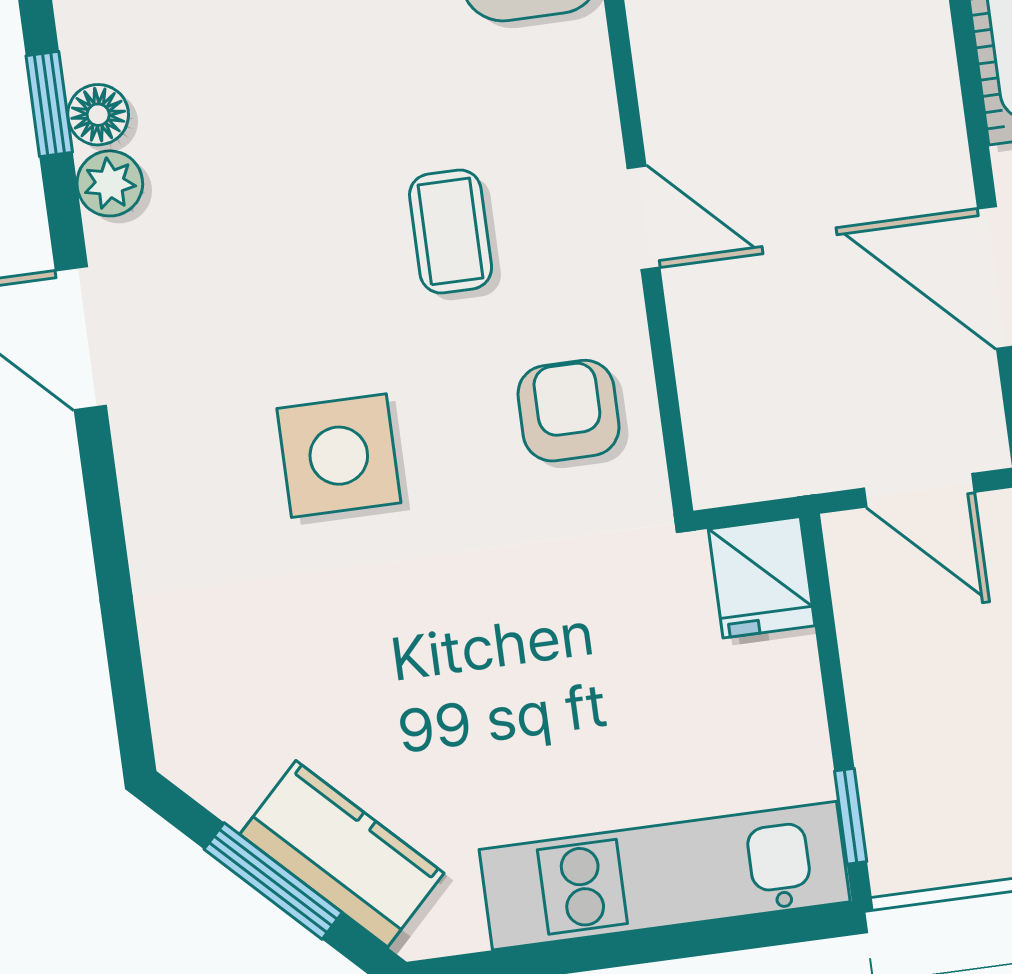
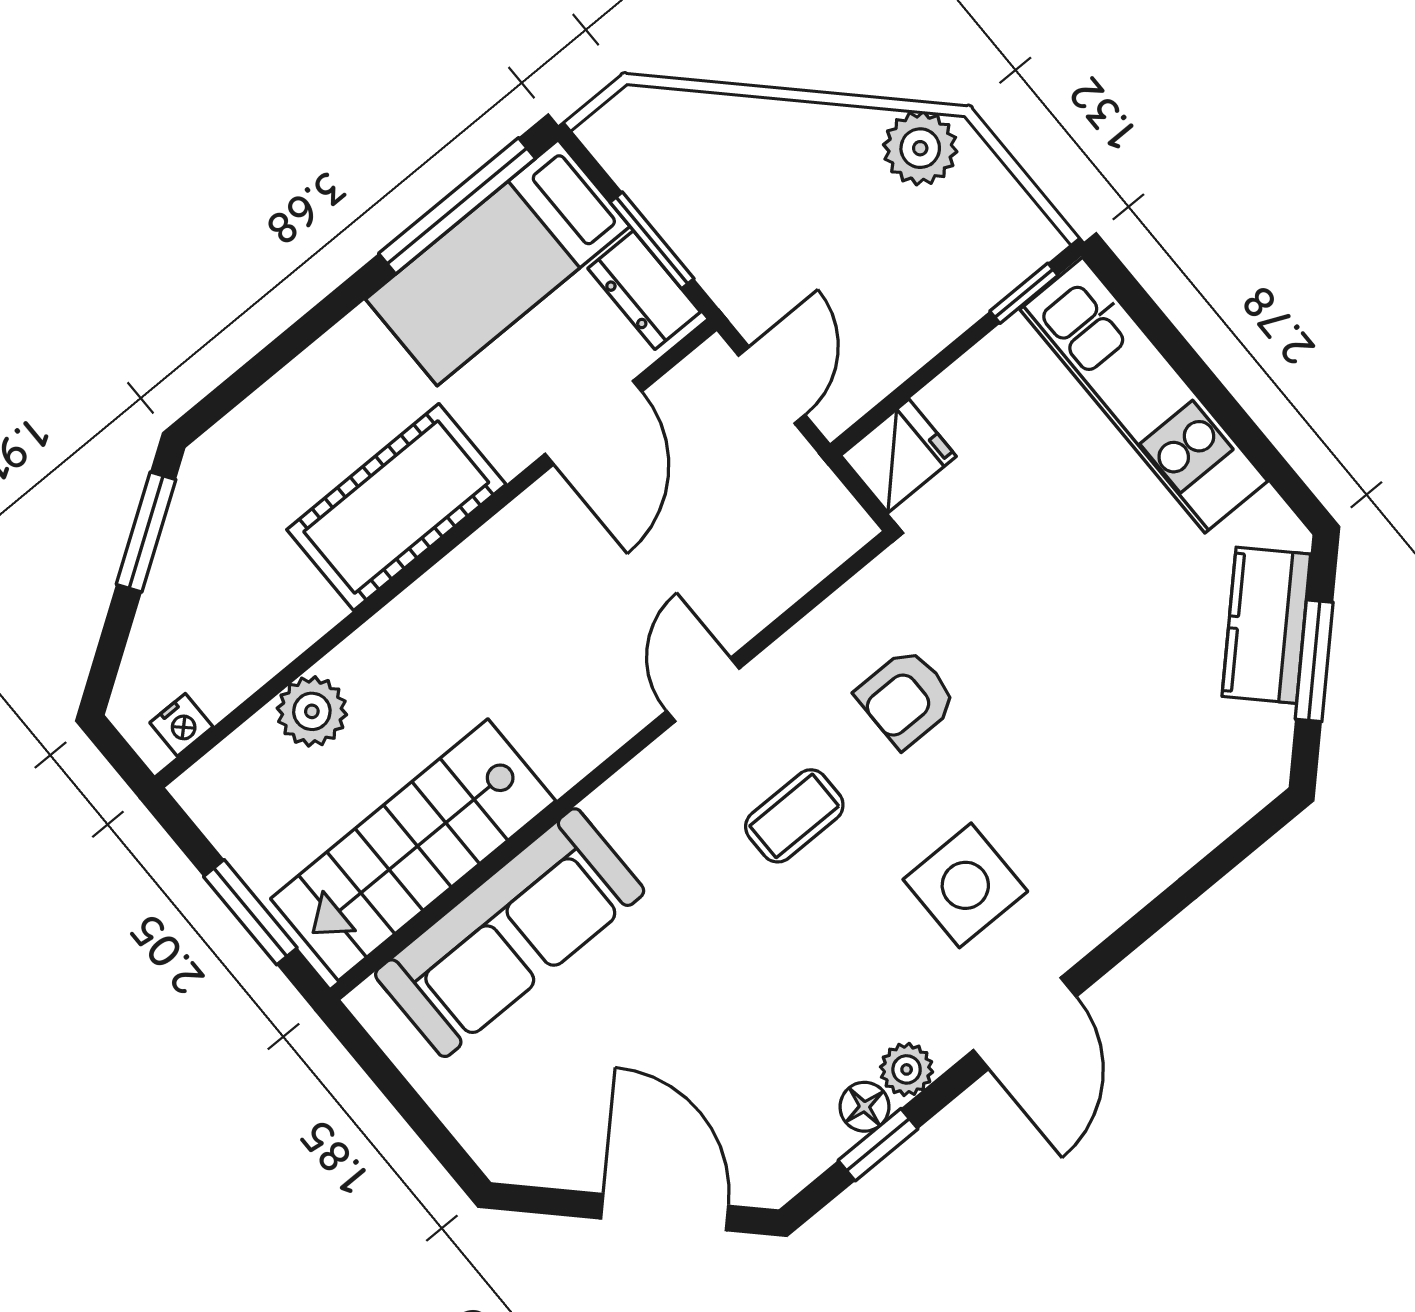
armchair: (568, 411) -> (906, 698), moved
side table: (339, 456) -> (965, 885), moved

